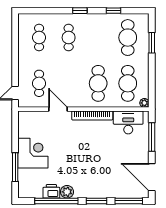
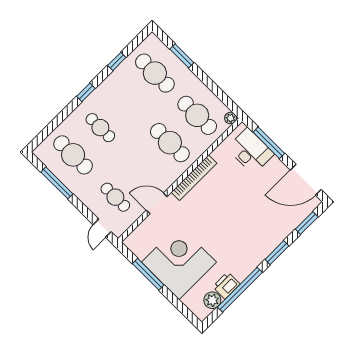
cafe table: (39, 38) -> (73, 155), width x1.37, depth x1.35
window: (15, 44) -> (57, 183), added
desk: (128, 122) -> (250, 151), moved, turned 90
corner desk: (33, 153) -> (179, 262), width x1.36, depth x1.36
window: (15, 167) -> (148, 274), moved
plant: (67, 192) -> (212, 300), moved
window: (129, 201) -> (307, 223), width x0.69

